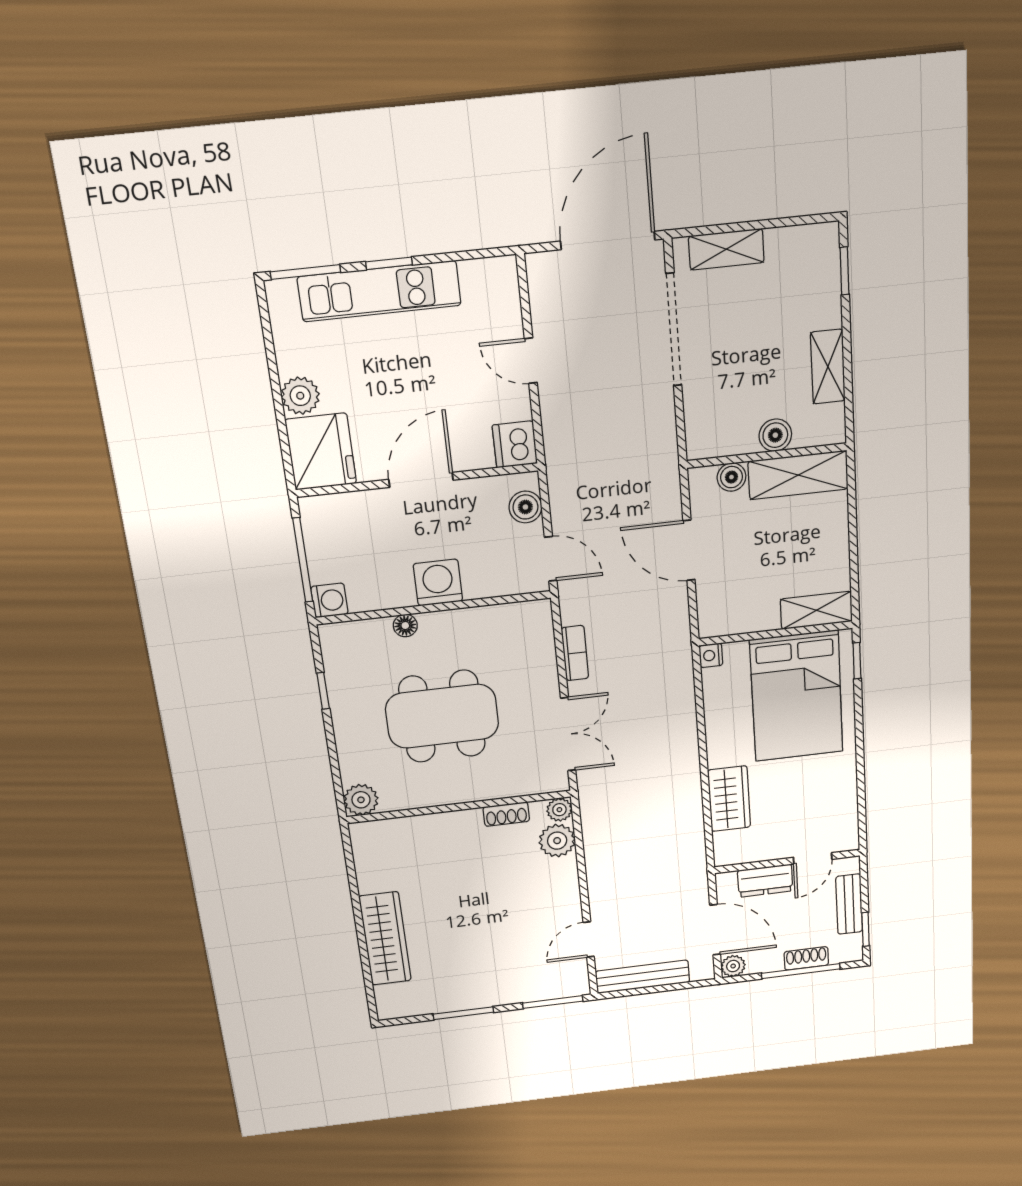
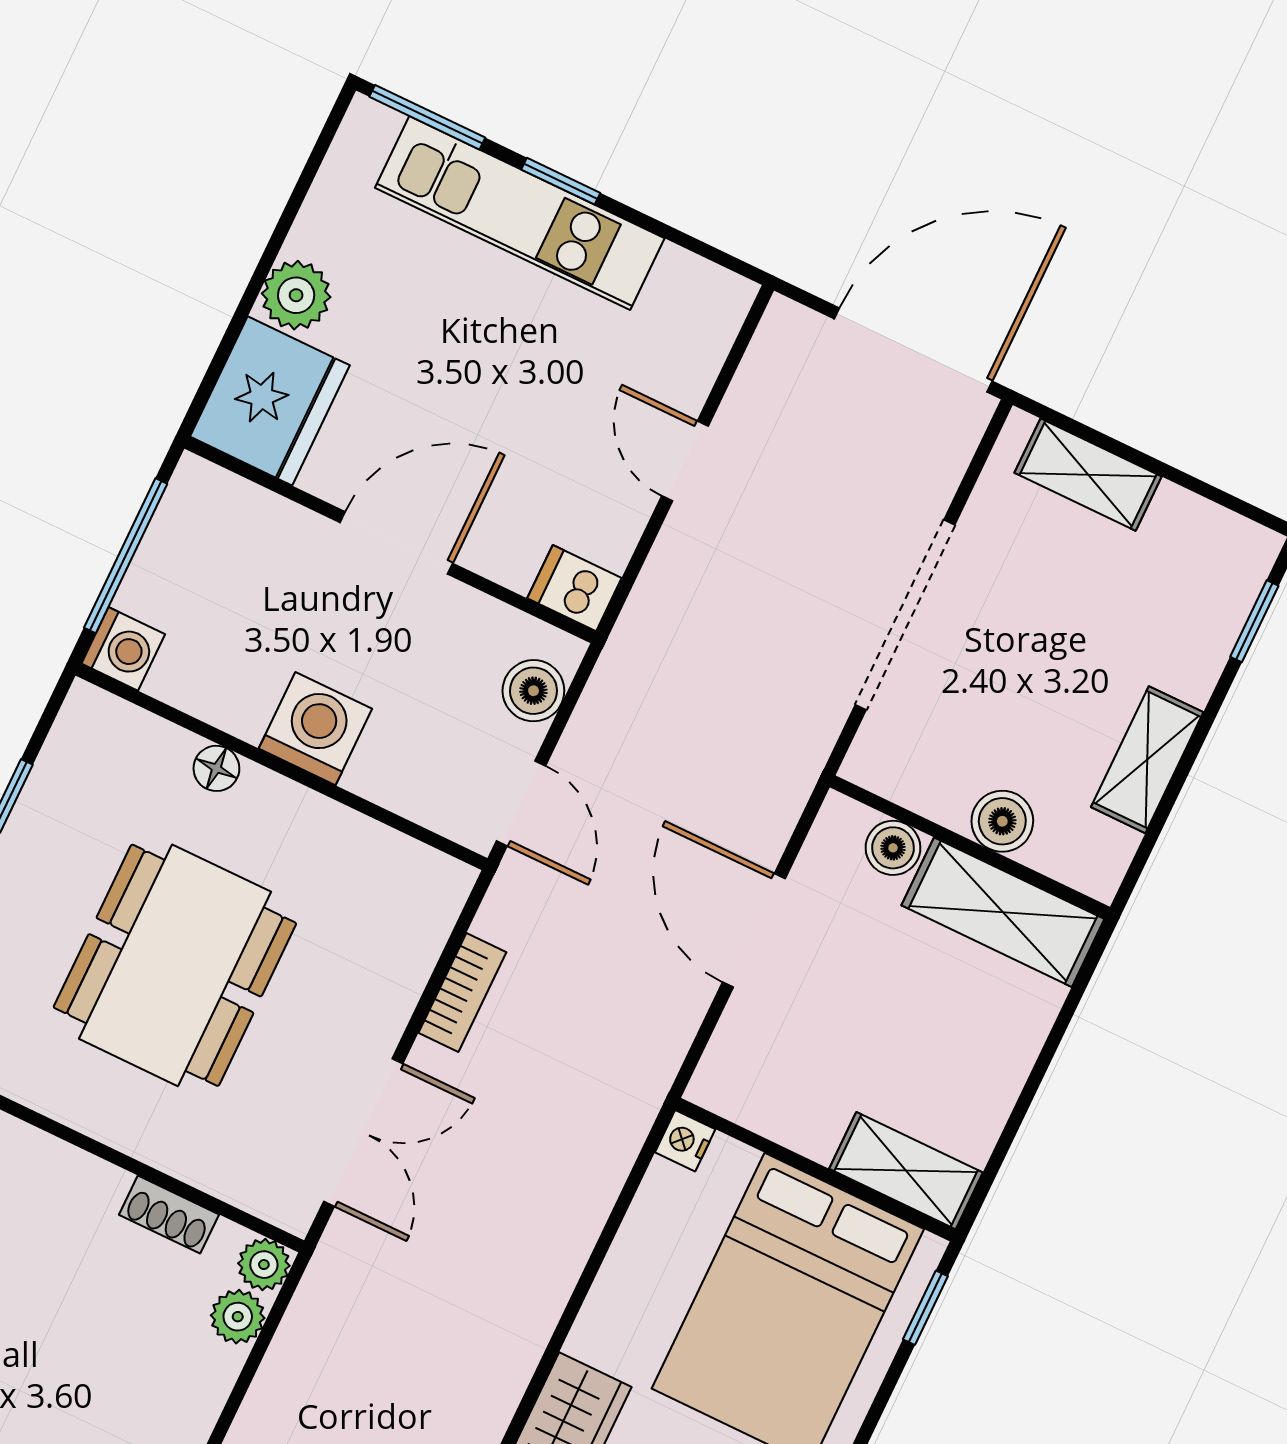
doorway: (674, 330) -> (905, 615), moved
dishwasher: (515, 444) -> (574, 588), width x0.73
dining table: (442, 716) -> (175, 965), turned 90
plant: (557, 841) -> (238, 1317), width x0.73, depth x0.73

